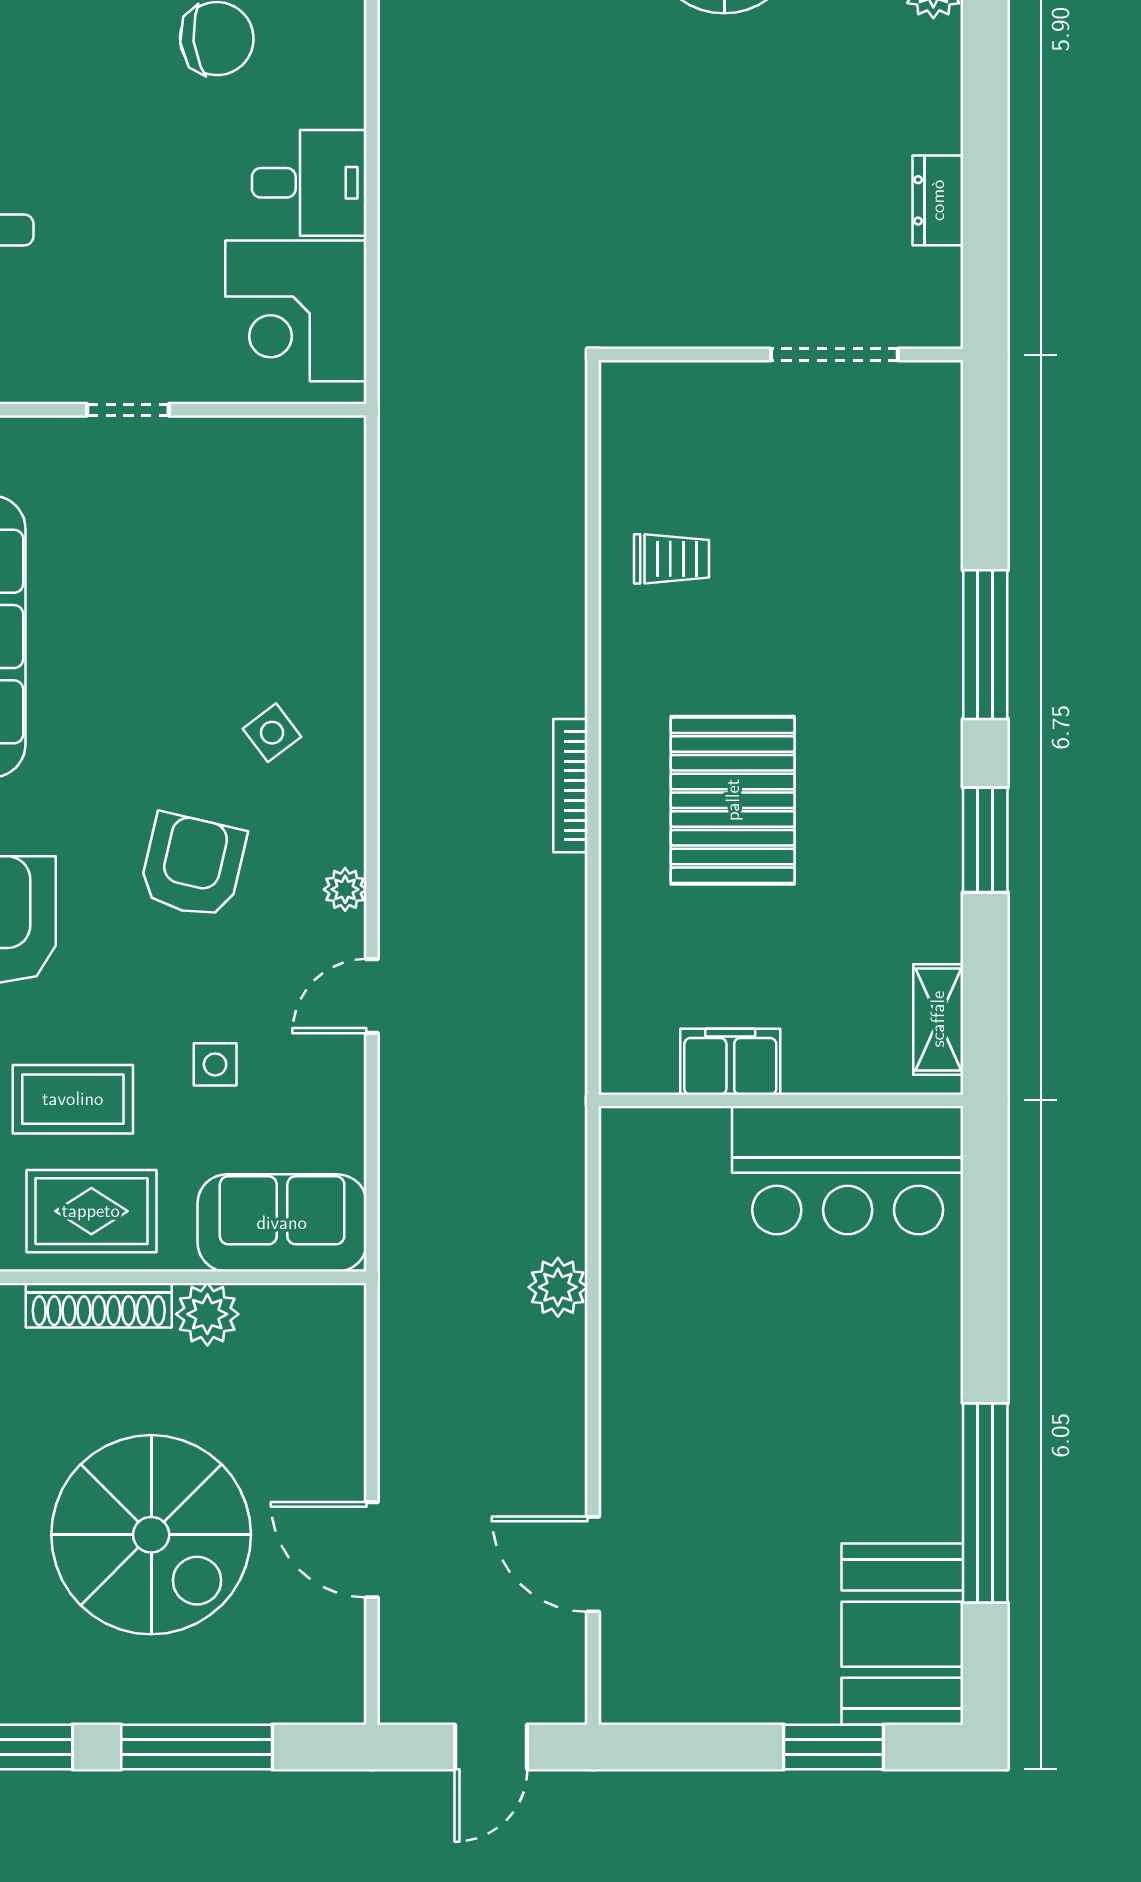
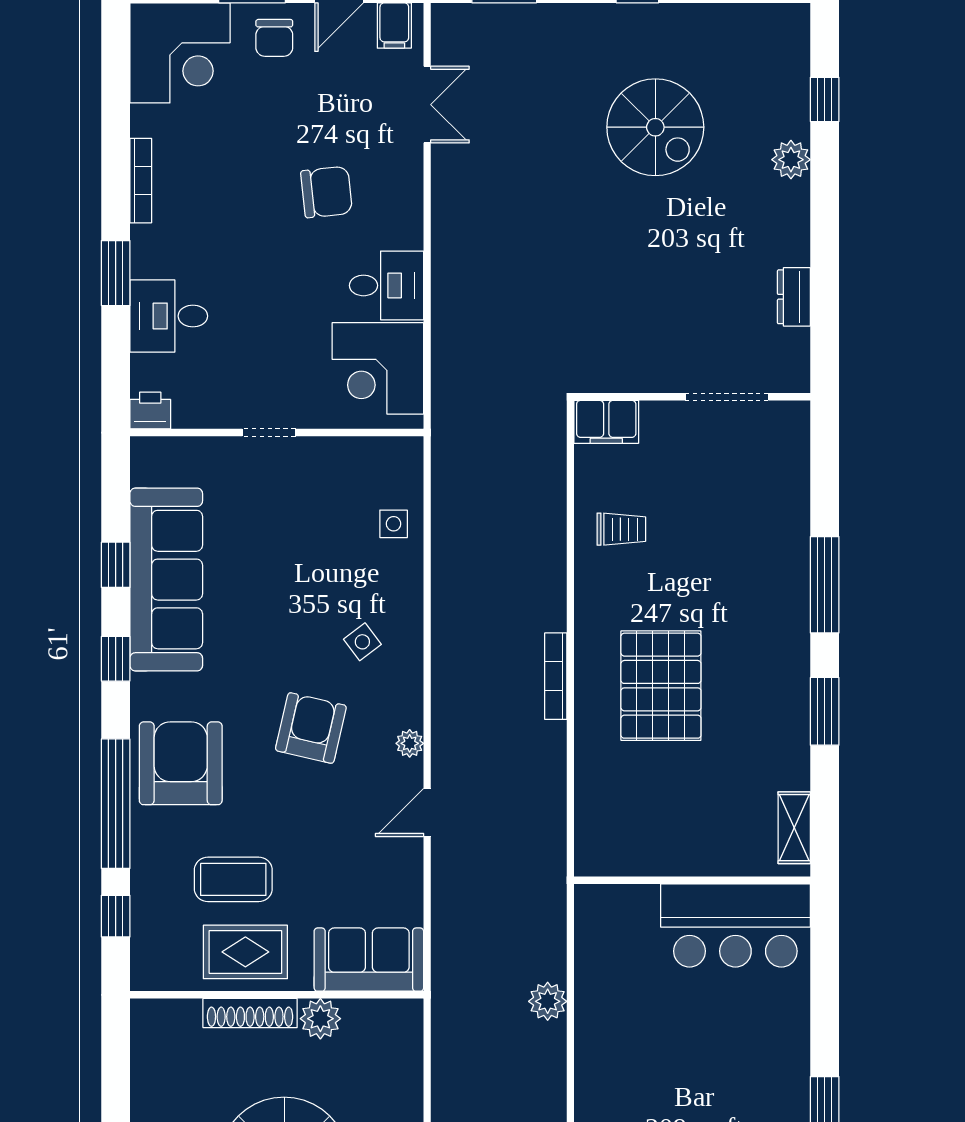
filing cabinet: (730, 1062) -> (606, 422), moved, turned 180
side table: (215, 1064) -> (394, 524), moved

